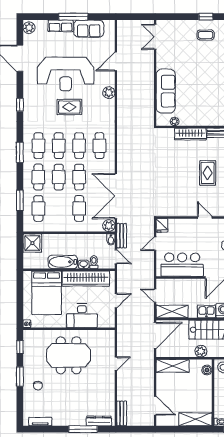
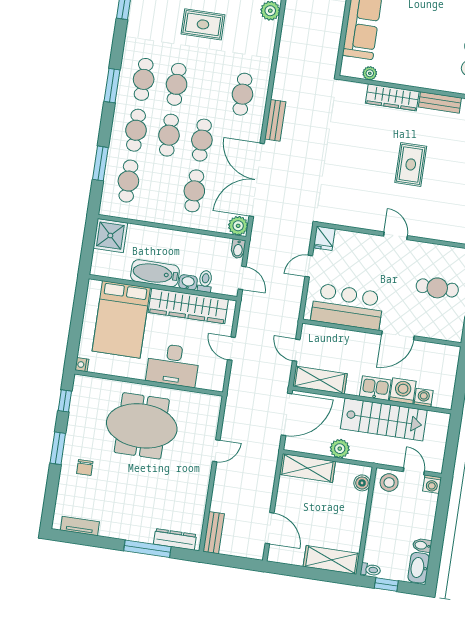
cafe table: (79, 146) -> (210, 89), removed
bench: (122, 236) -> (275, 120), moved
door: (116, 301) -> (231, 349), swing flipped
plant: (201, 351) -> (340, 449), moved

